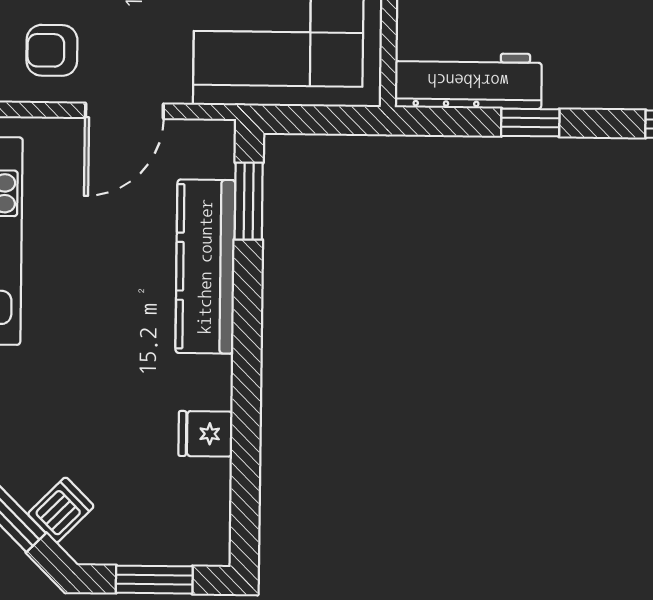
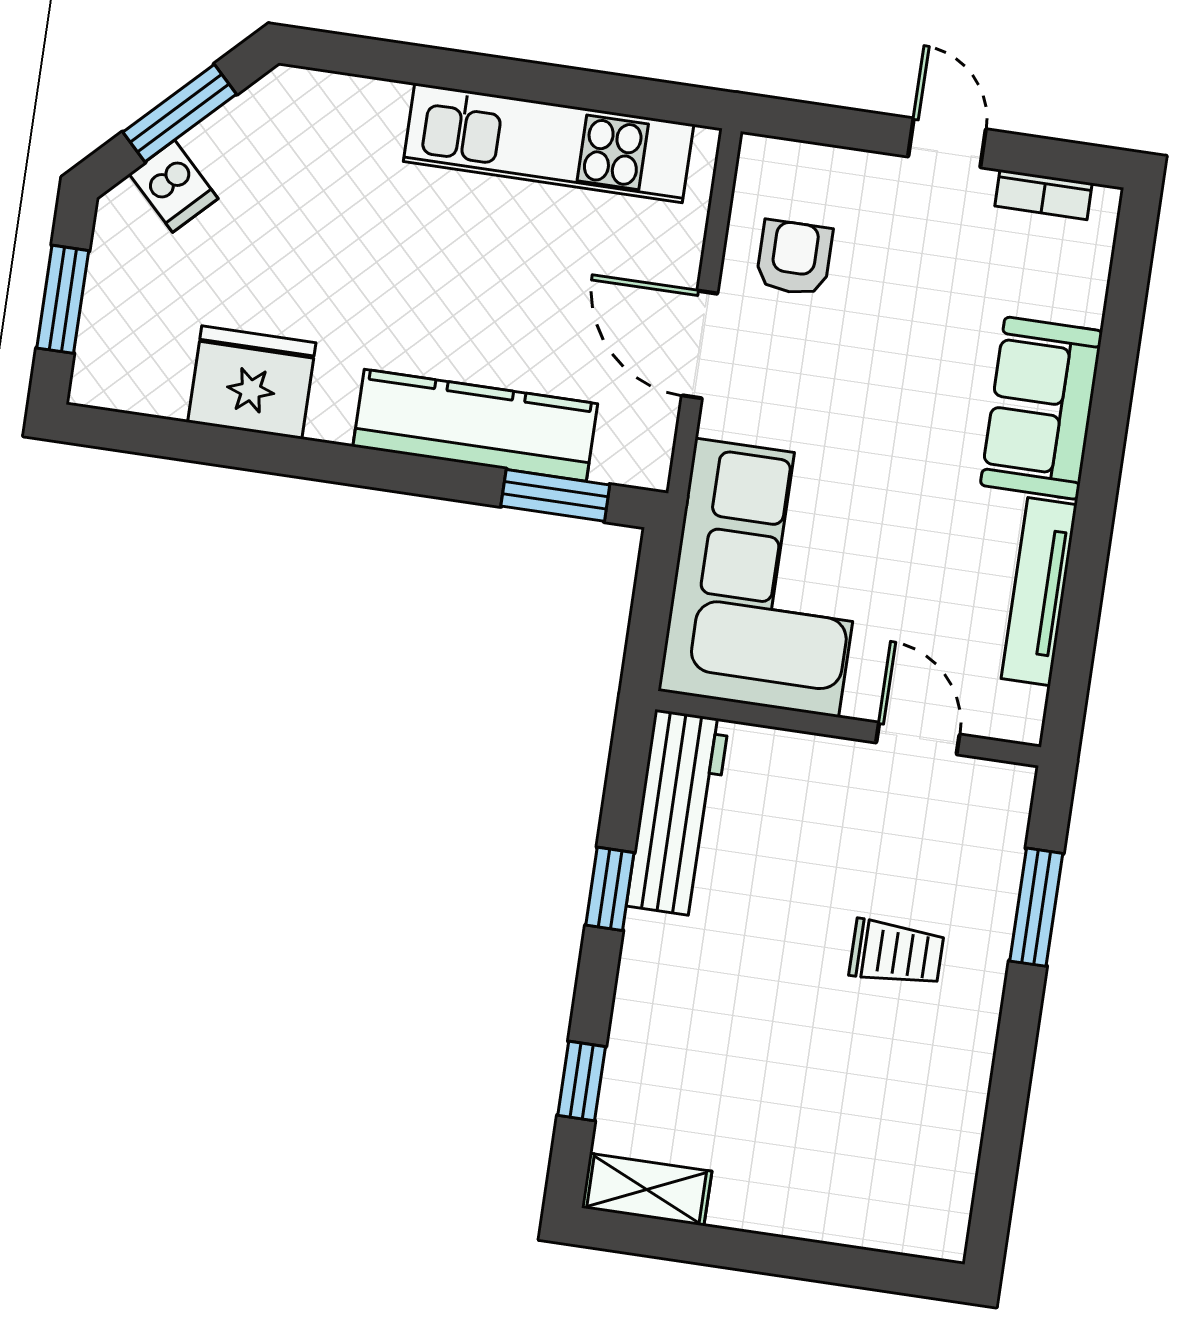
fridge: (205, 434) -> (252, 383), width x1.88, depth x1.34

